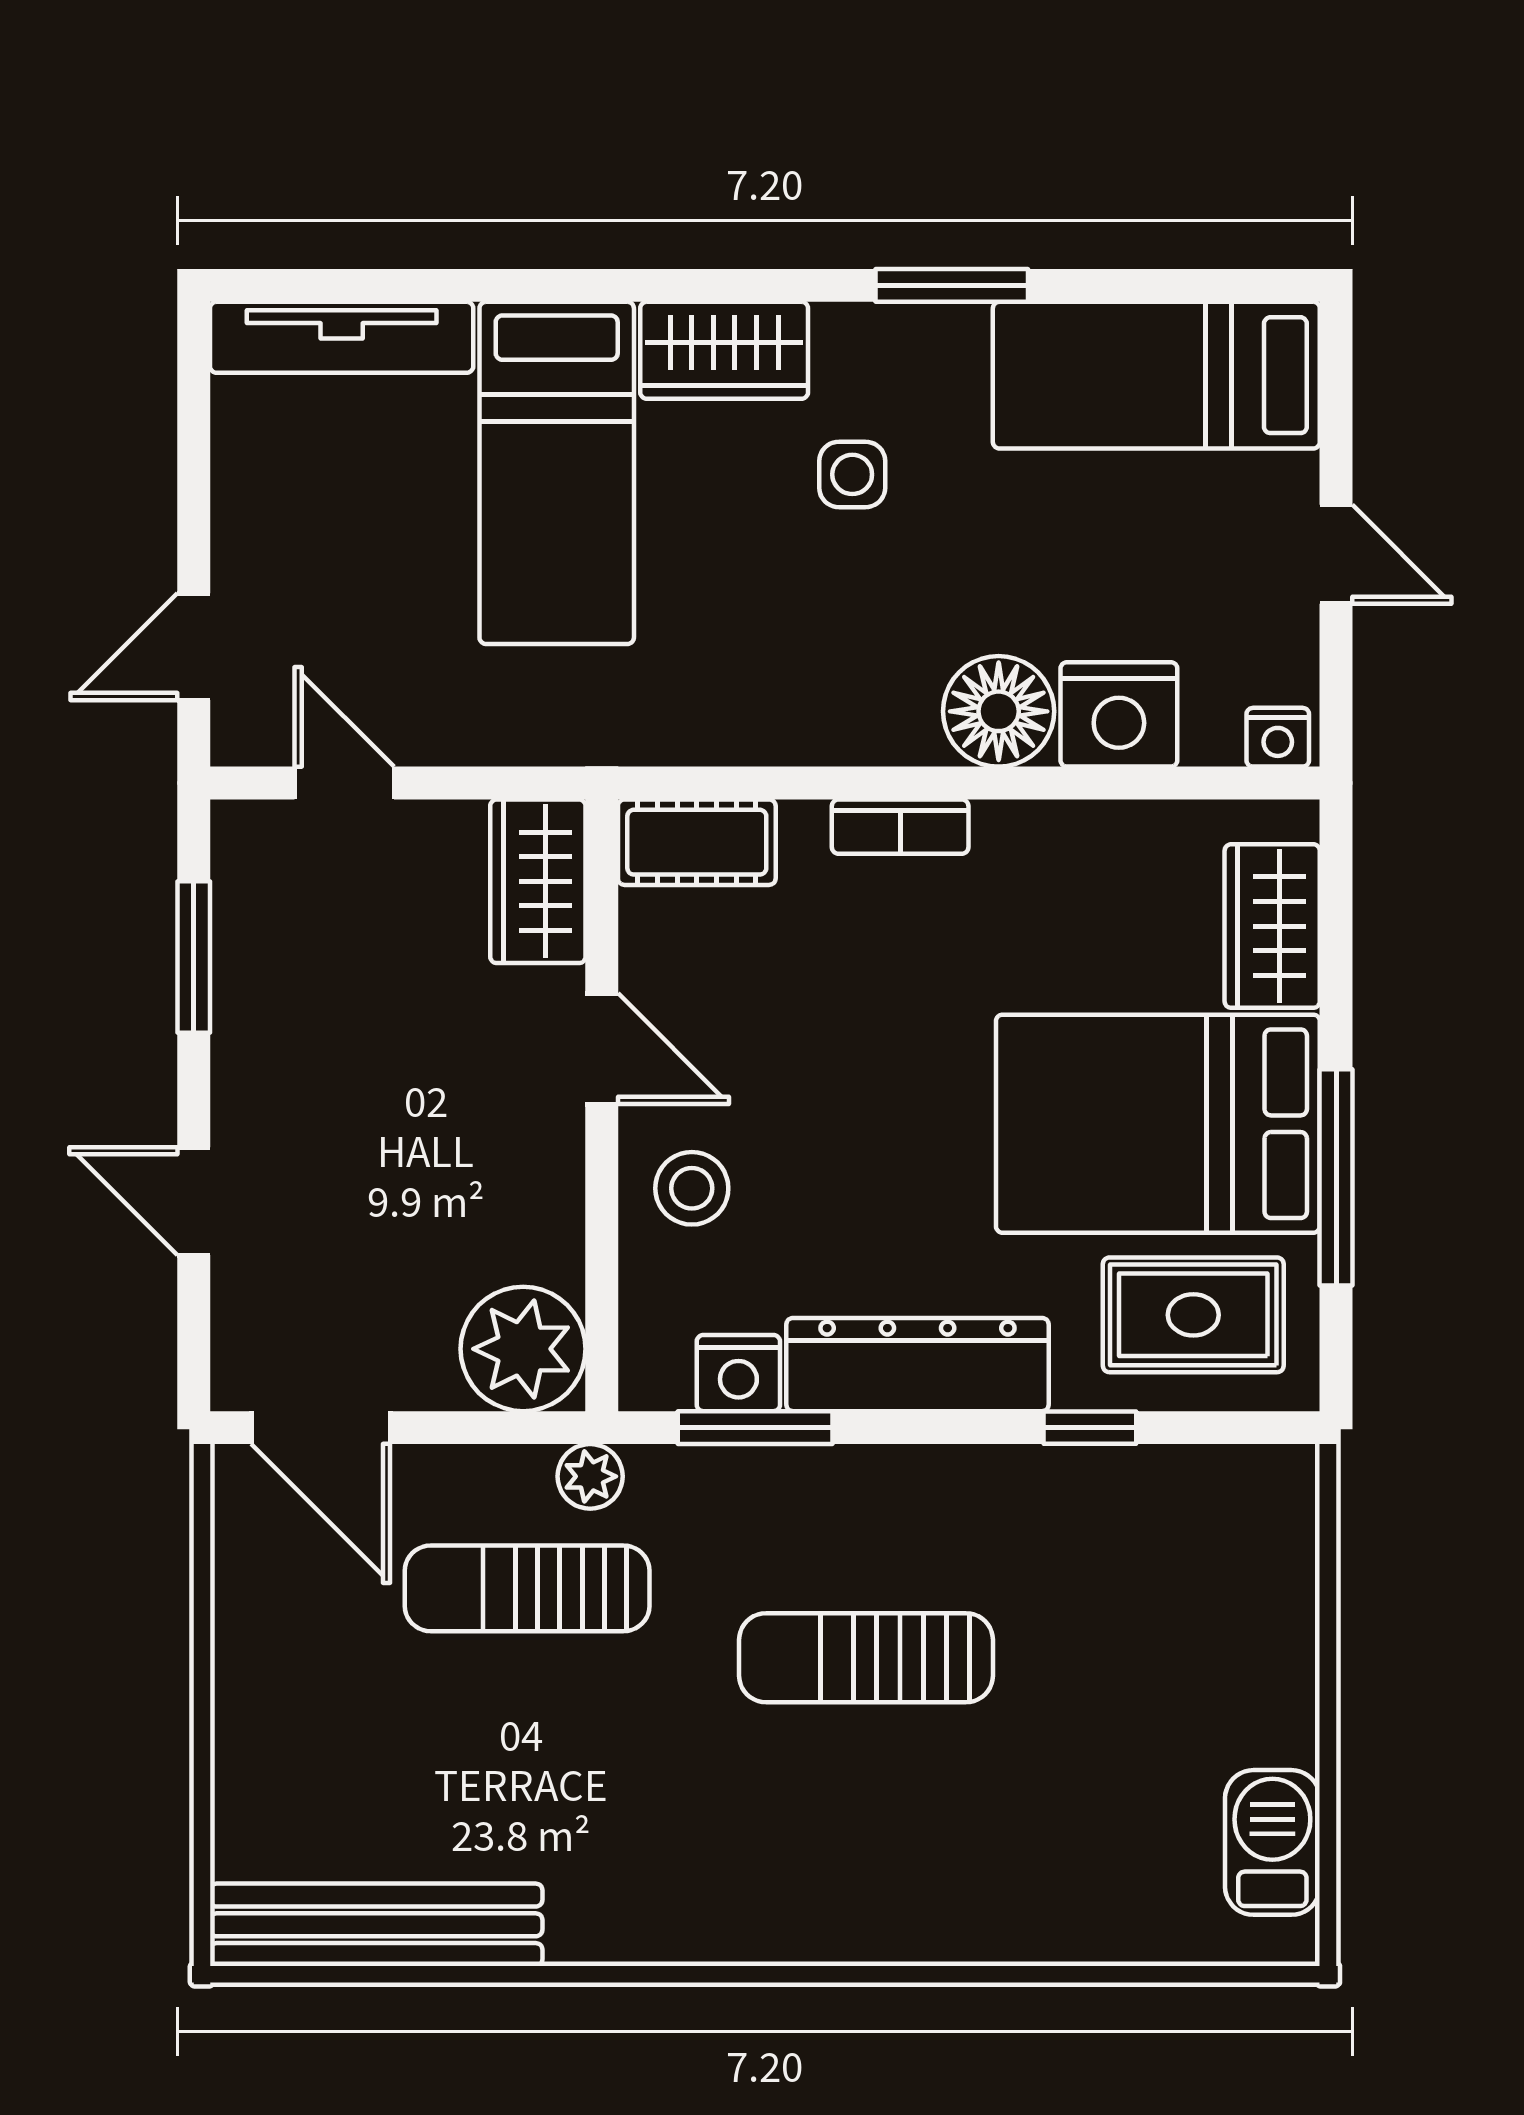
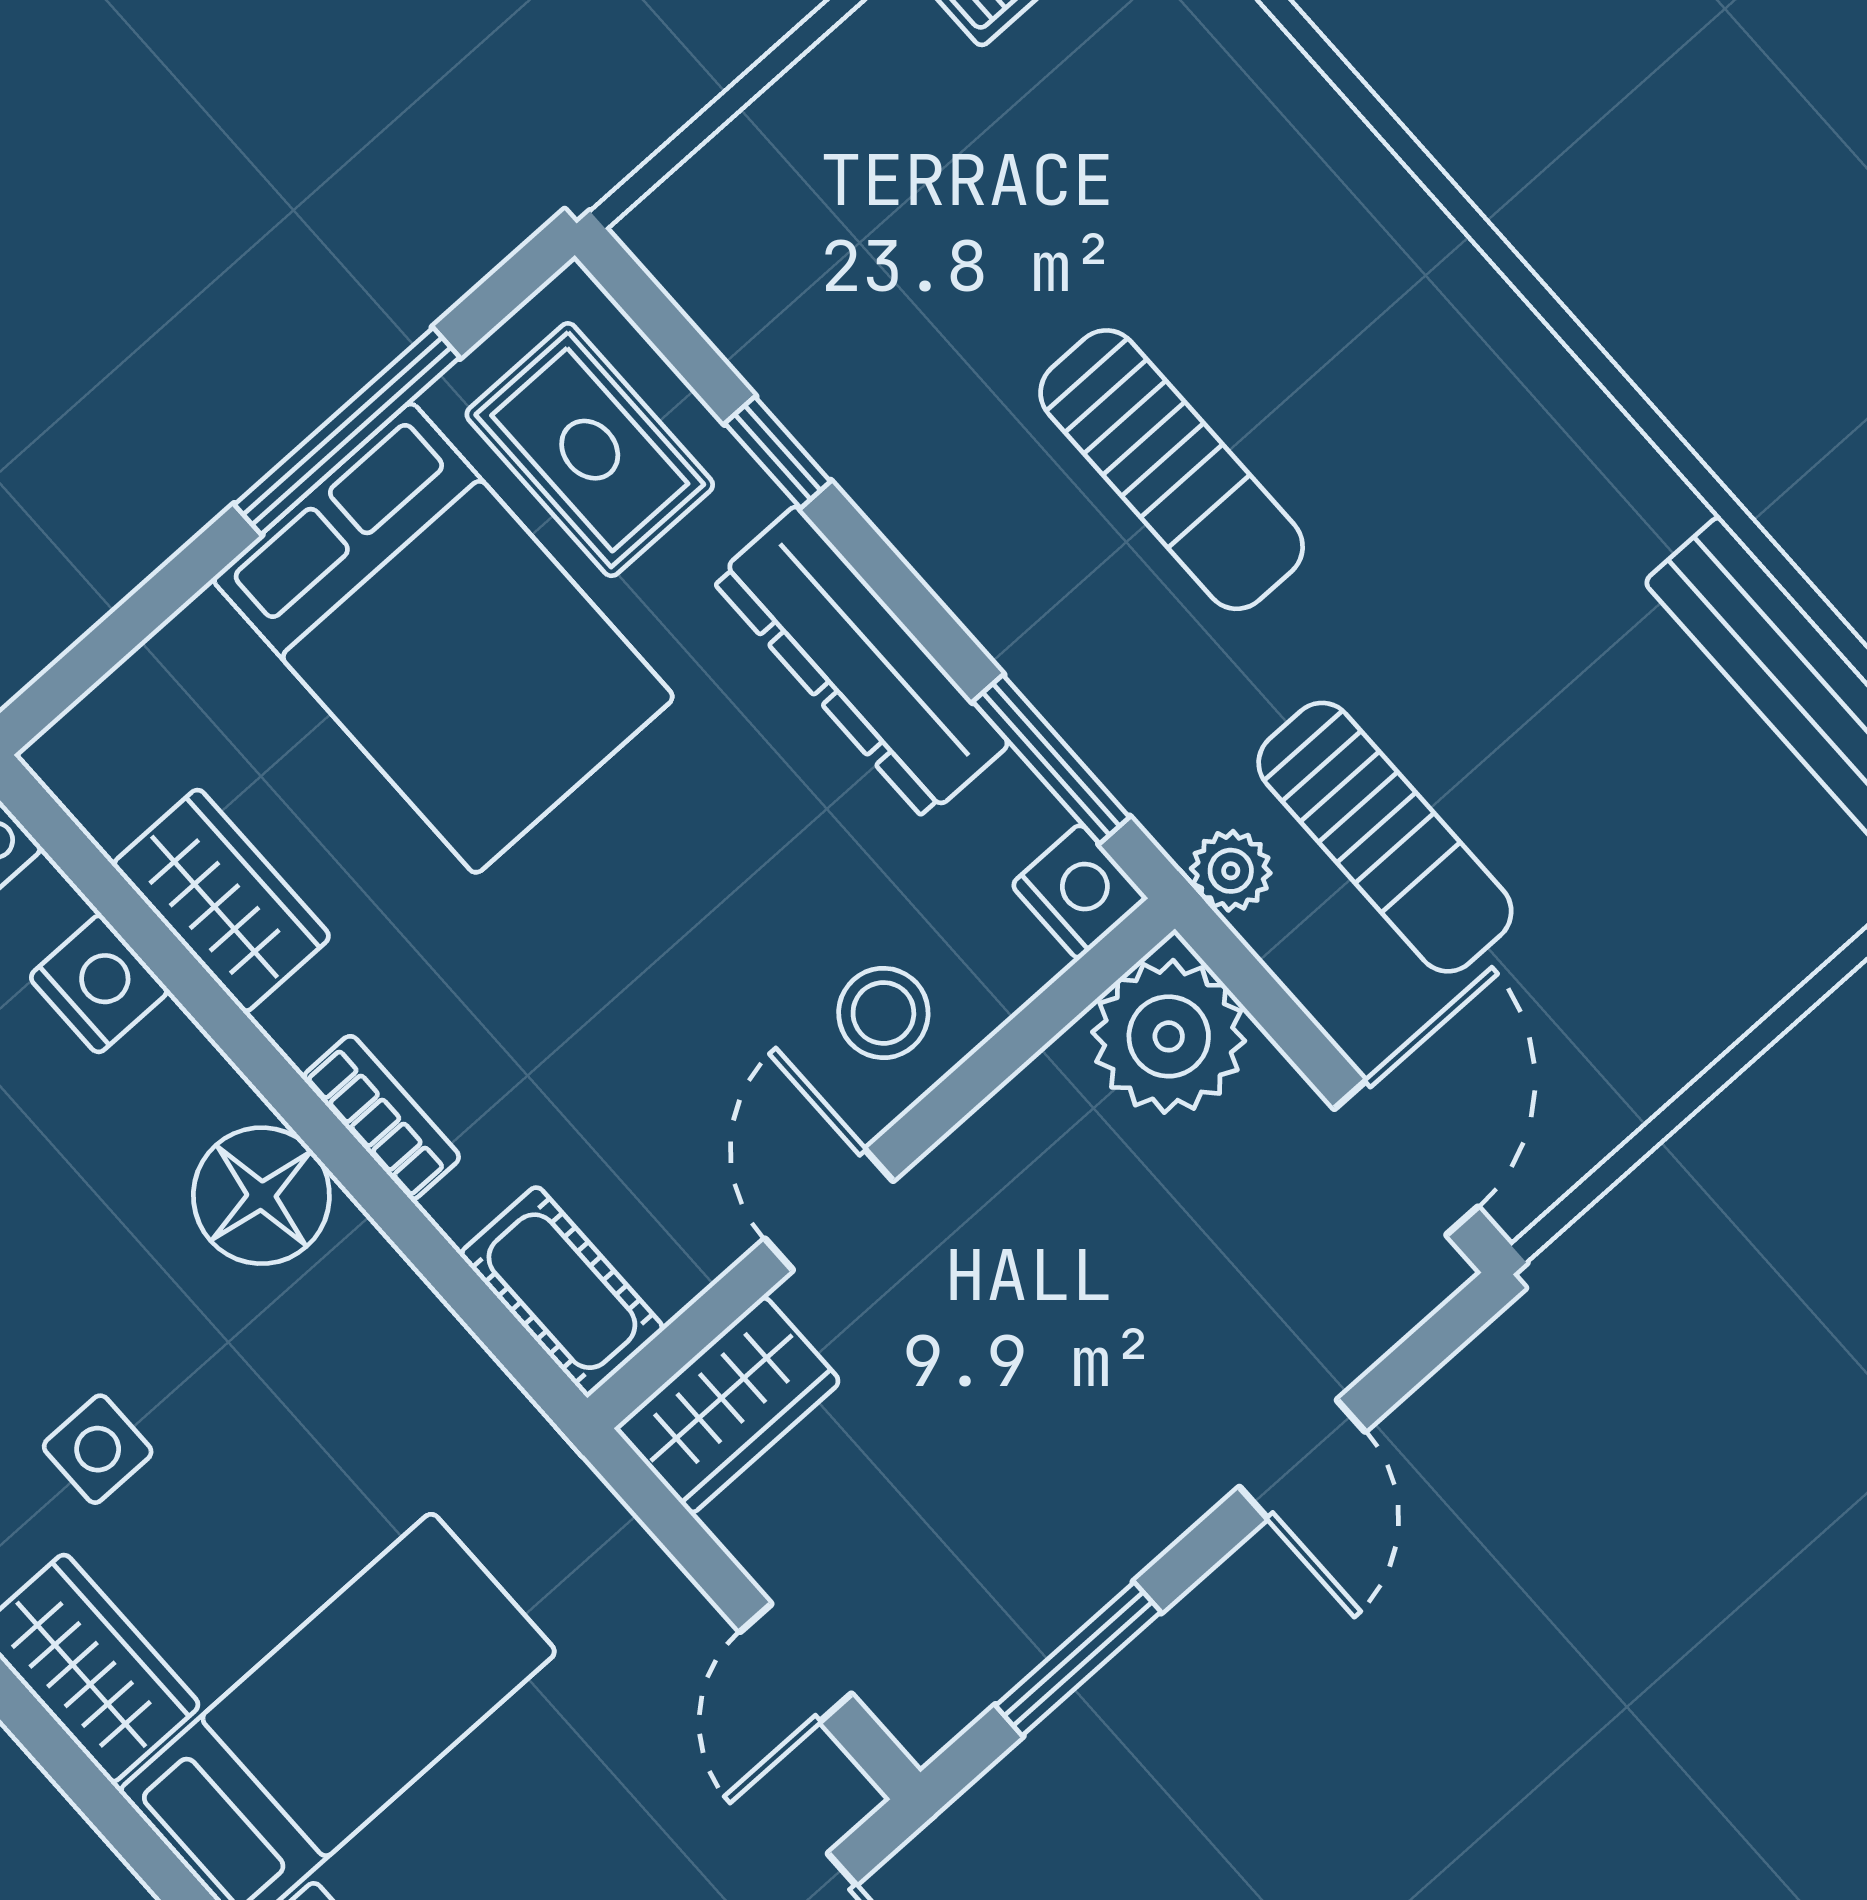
floor lamp: (999, 711) -> (261, 1196), moved
nightstand: (1119, 714) -> (99, 984), width x0.74, depth x0.75
wardrobe: (1272, 926) -> (221, 900), moved, turned -90
nightstand: (738, 1373) -> (1079, 892), moved

